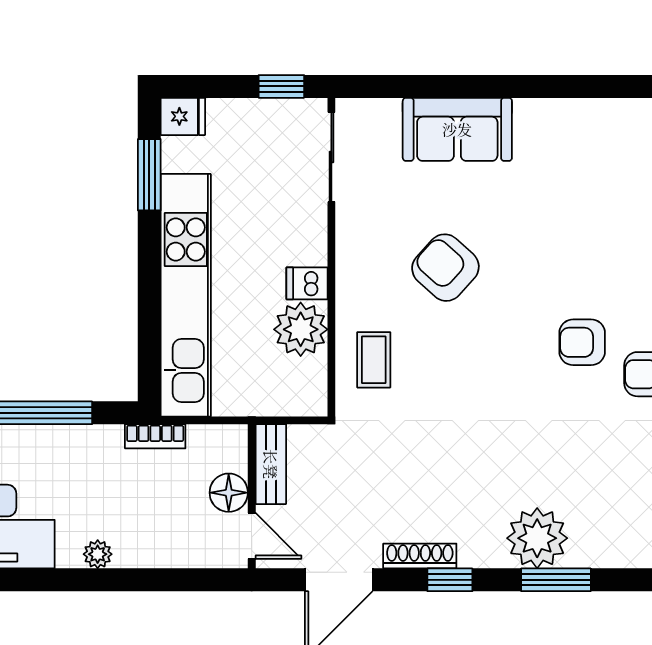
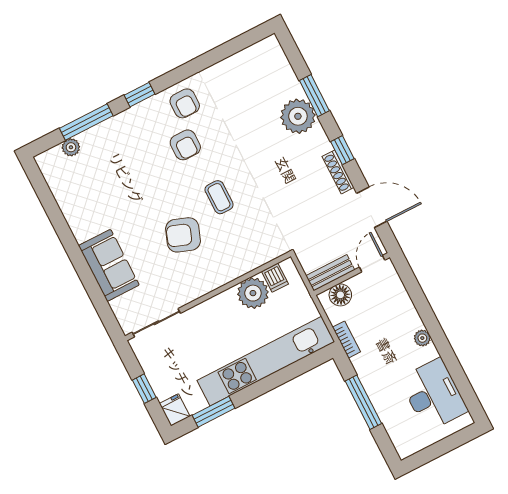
window: (281, 86) -> (144, 389), moved
armchair: (445, 268) -> (183, 235), turned 68
dishwasher: (307, 283) -> (275, 278), moved
coffee table: (374, 360) -> (219, 197), moved, turned 90
floor lamp: (229, 493) -> (340, 295), moved

